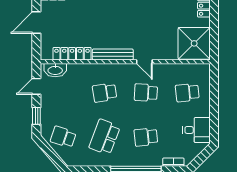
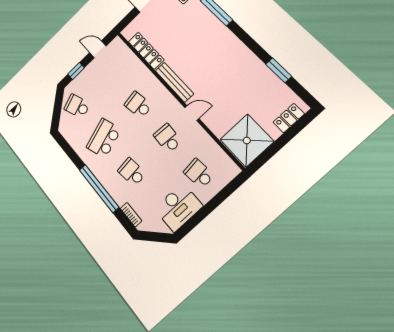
door: (144, 62) -> (192, 113), swing flipped
washbasin: (55, 70) -> (122, 51), removed
desk: (196, 130) -> (178, 207), width x1.37
school desk: (63, 137) -> (77, 106), turned -39
school desk: (105, 137) -> (104, 138), turned -39

